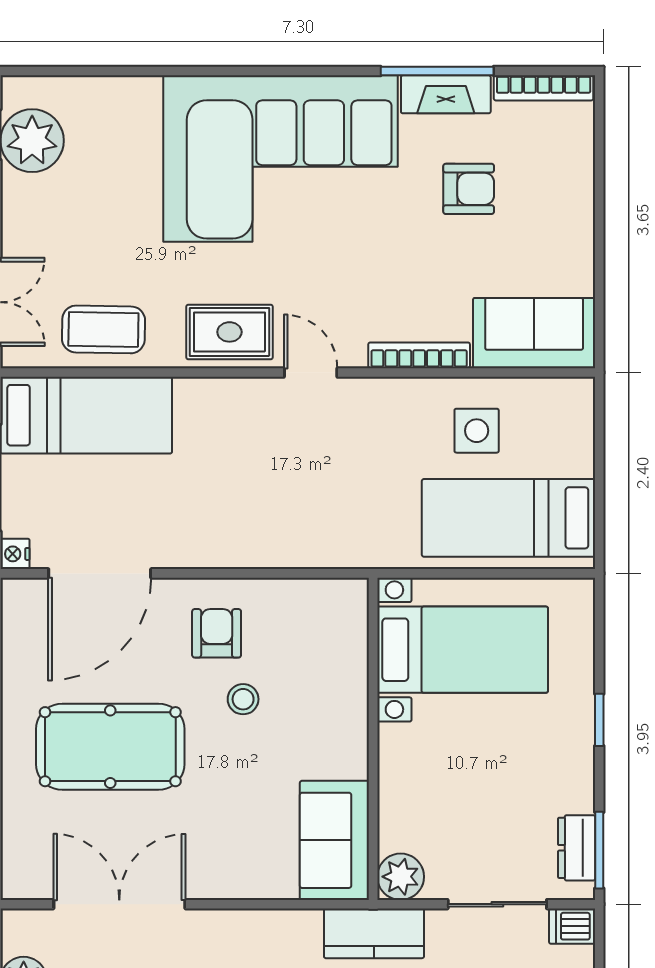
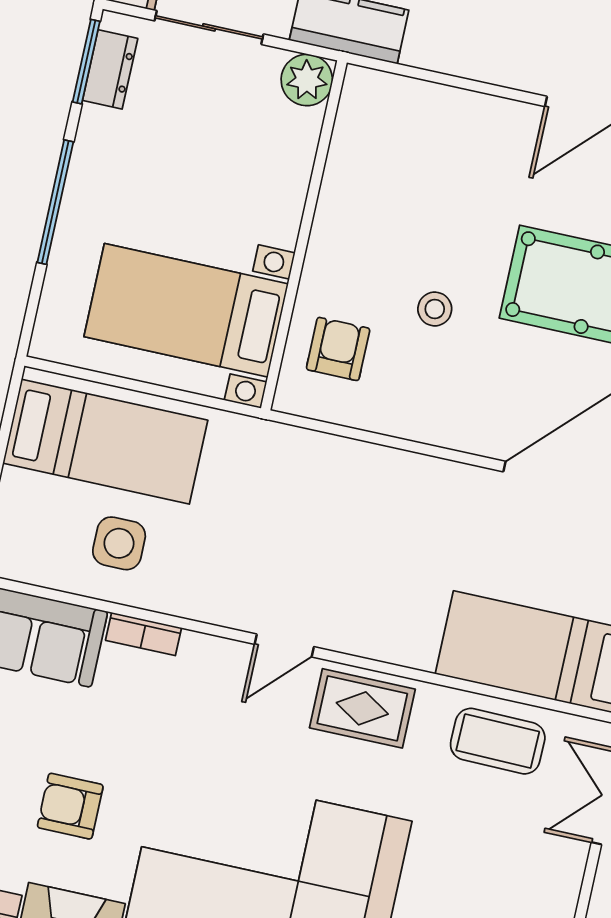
bookcase: (419, 355) -> (144, 634), width x0.64
door: (311, 372) -> (284, 646), hinge flipped
armchair: (217, 633) -> (338, 349), moved, turned 180
window: (599, 720) -> (55, 202), width x2.17
sofa: (334, 840) -> (370, 135), removed

